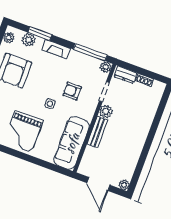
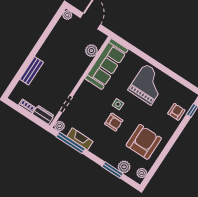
fireplace: (56, 49) -> (80, 139), moved
armchair: (72, 91) -> (114, 122), moved
plant: (106, 111) -> (91, 51), moved
bench: (97, 132) -> (32, 71), moved

